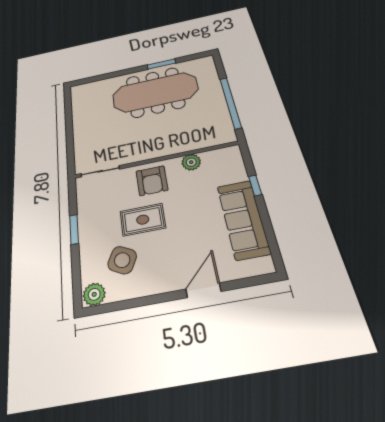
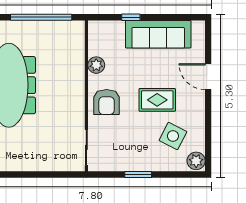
armchair: (152, 181) -> (107, 102), turned 90
rug: (143, 220) -> (157, 100), moved, turned 90

